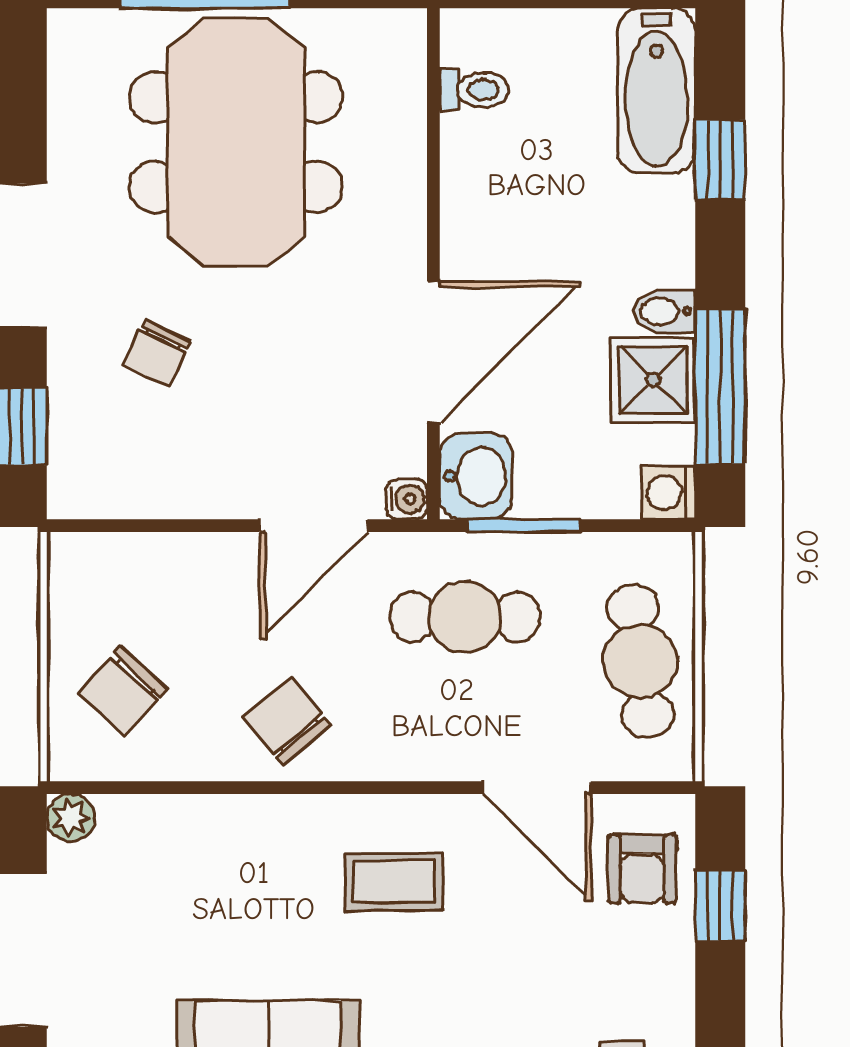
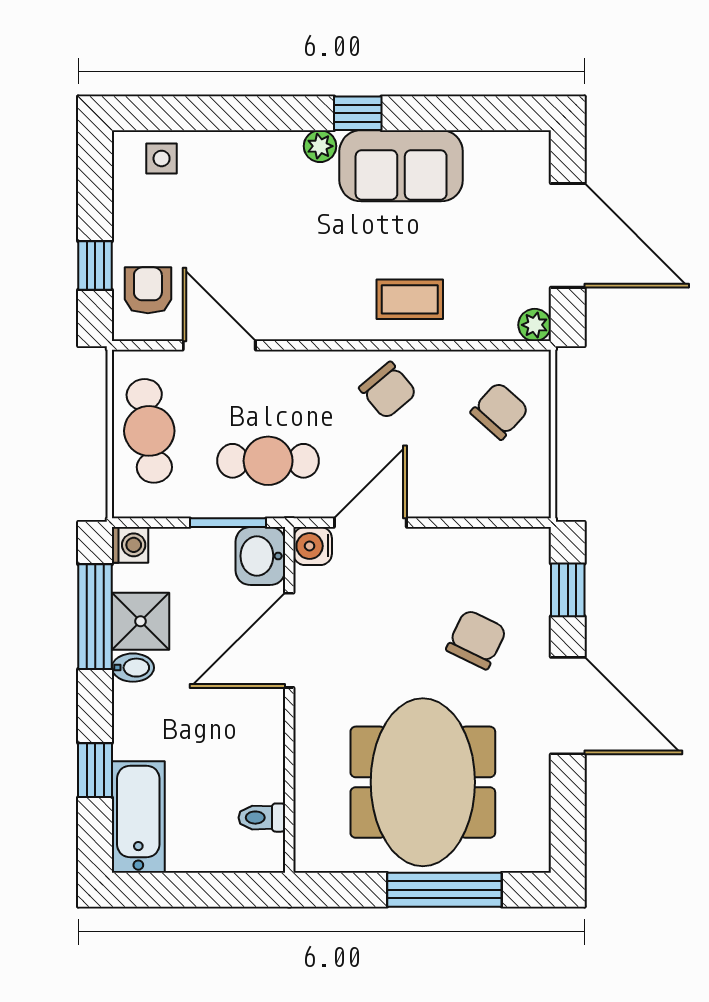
chair: (157, 353) -> (476, 639), width x1.37, depth x1.37
water cooler: (407, 499) -> (313, 546), width x1.38, depth x1.38
coffee table: (394, 882) -> (410, 299), moved

